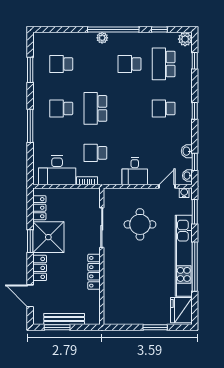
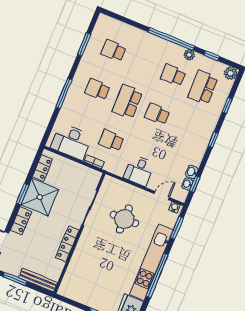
plant: (102, 38) -> (189, 55), moved
window: (195, 61) -> (227, 105), moved
school desk: (164, 108) -> (157, 114), moved
washbasin: (187, 176) -> (187, 184), moved
bench: (64, 319) -> (38, 280), moved

